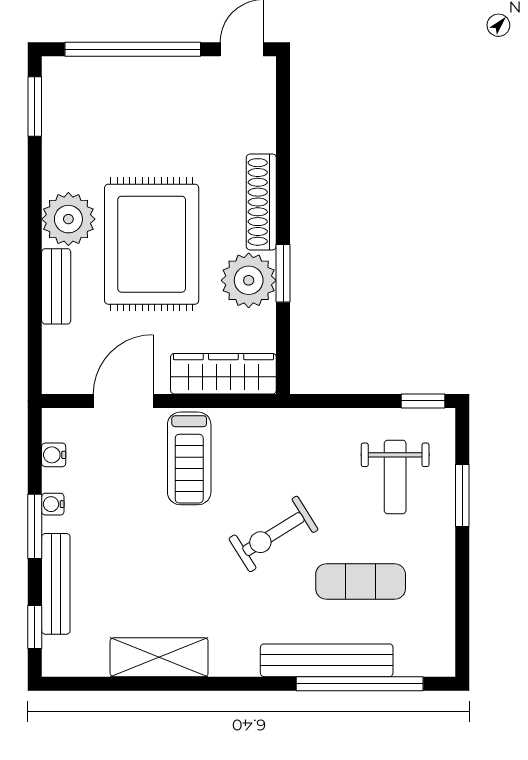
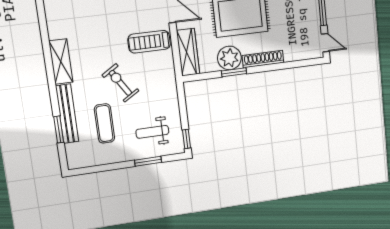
shelving: (159, 657) -> (61, 62), moved
window: (360, 684) -> (59, 129), width x0.47

